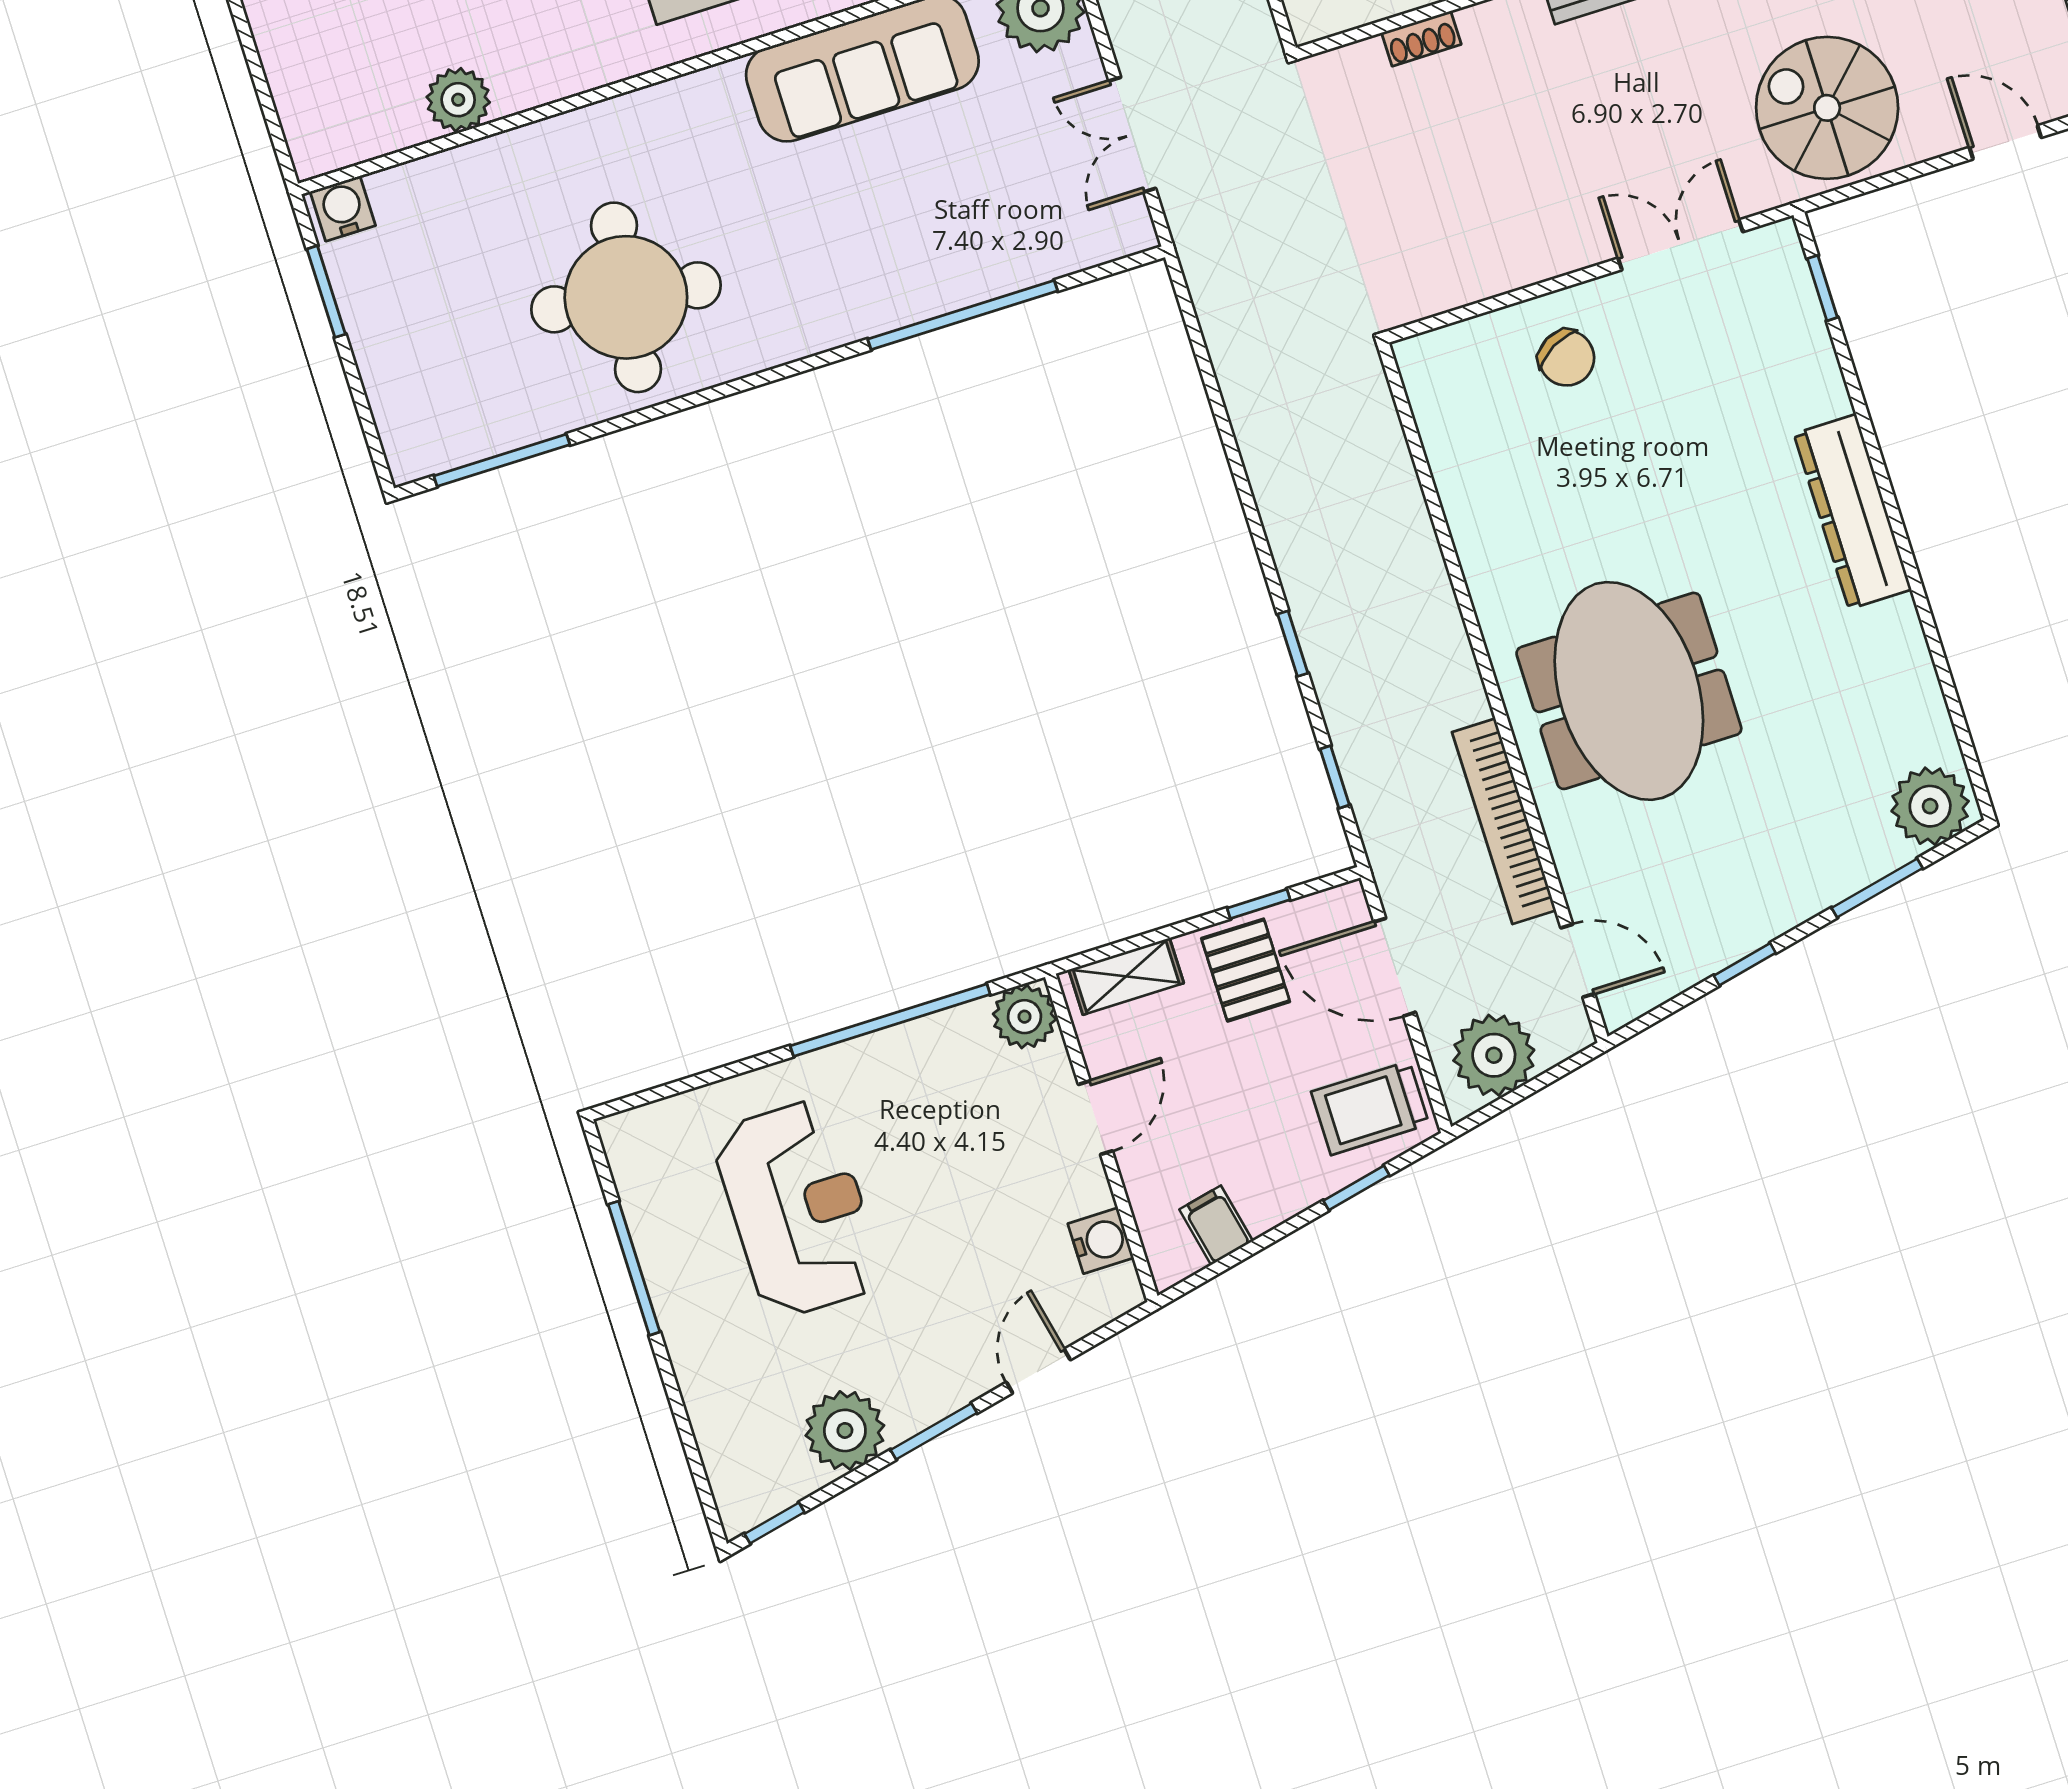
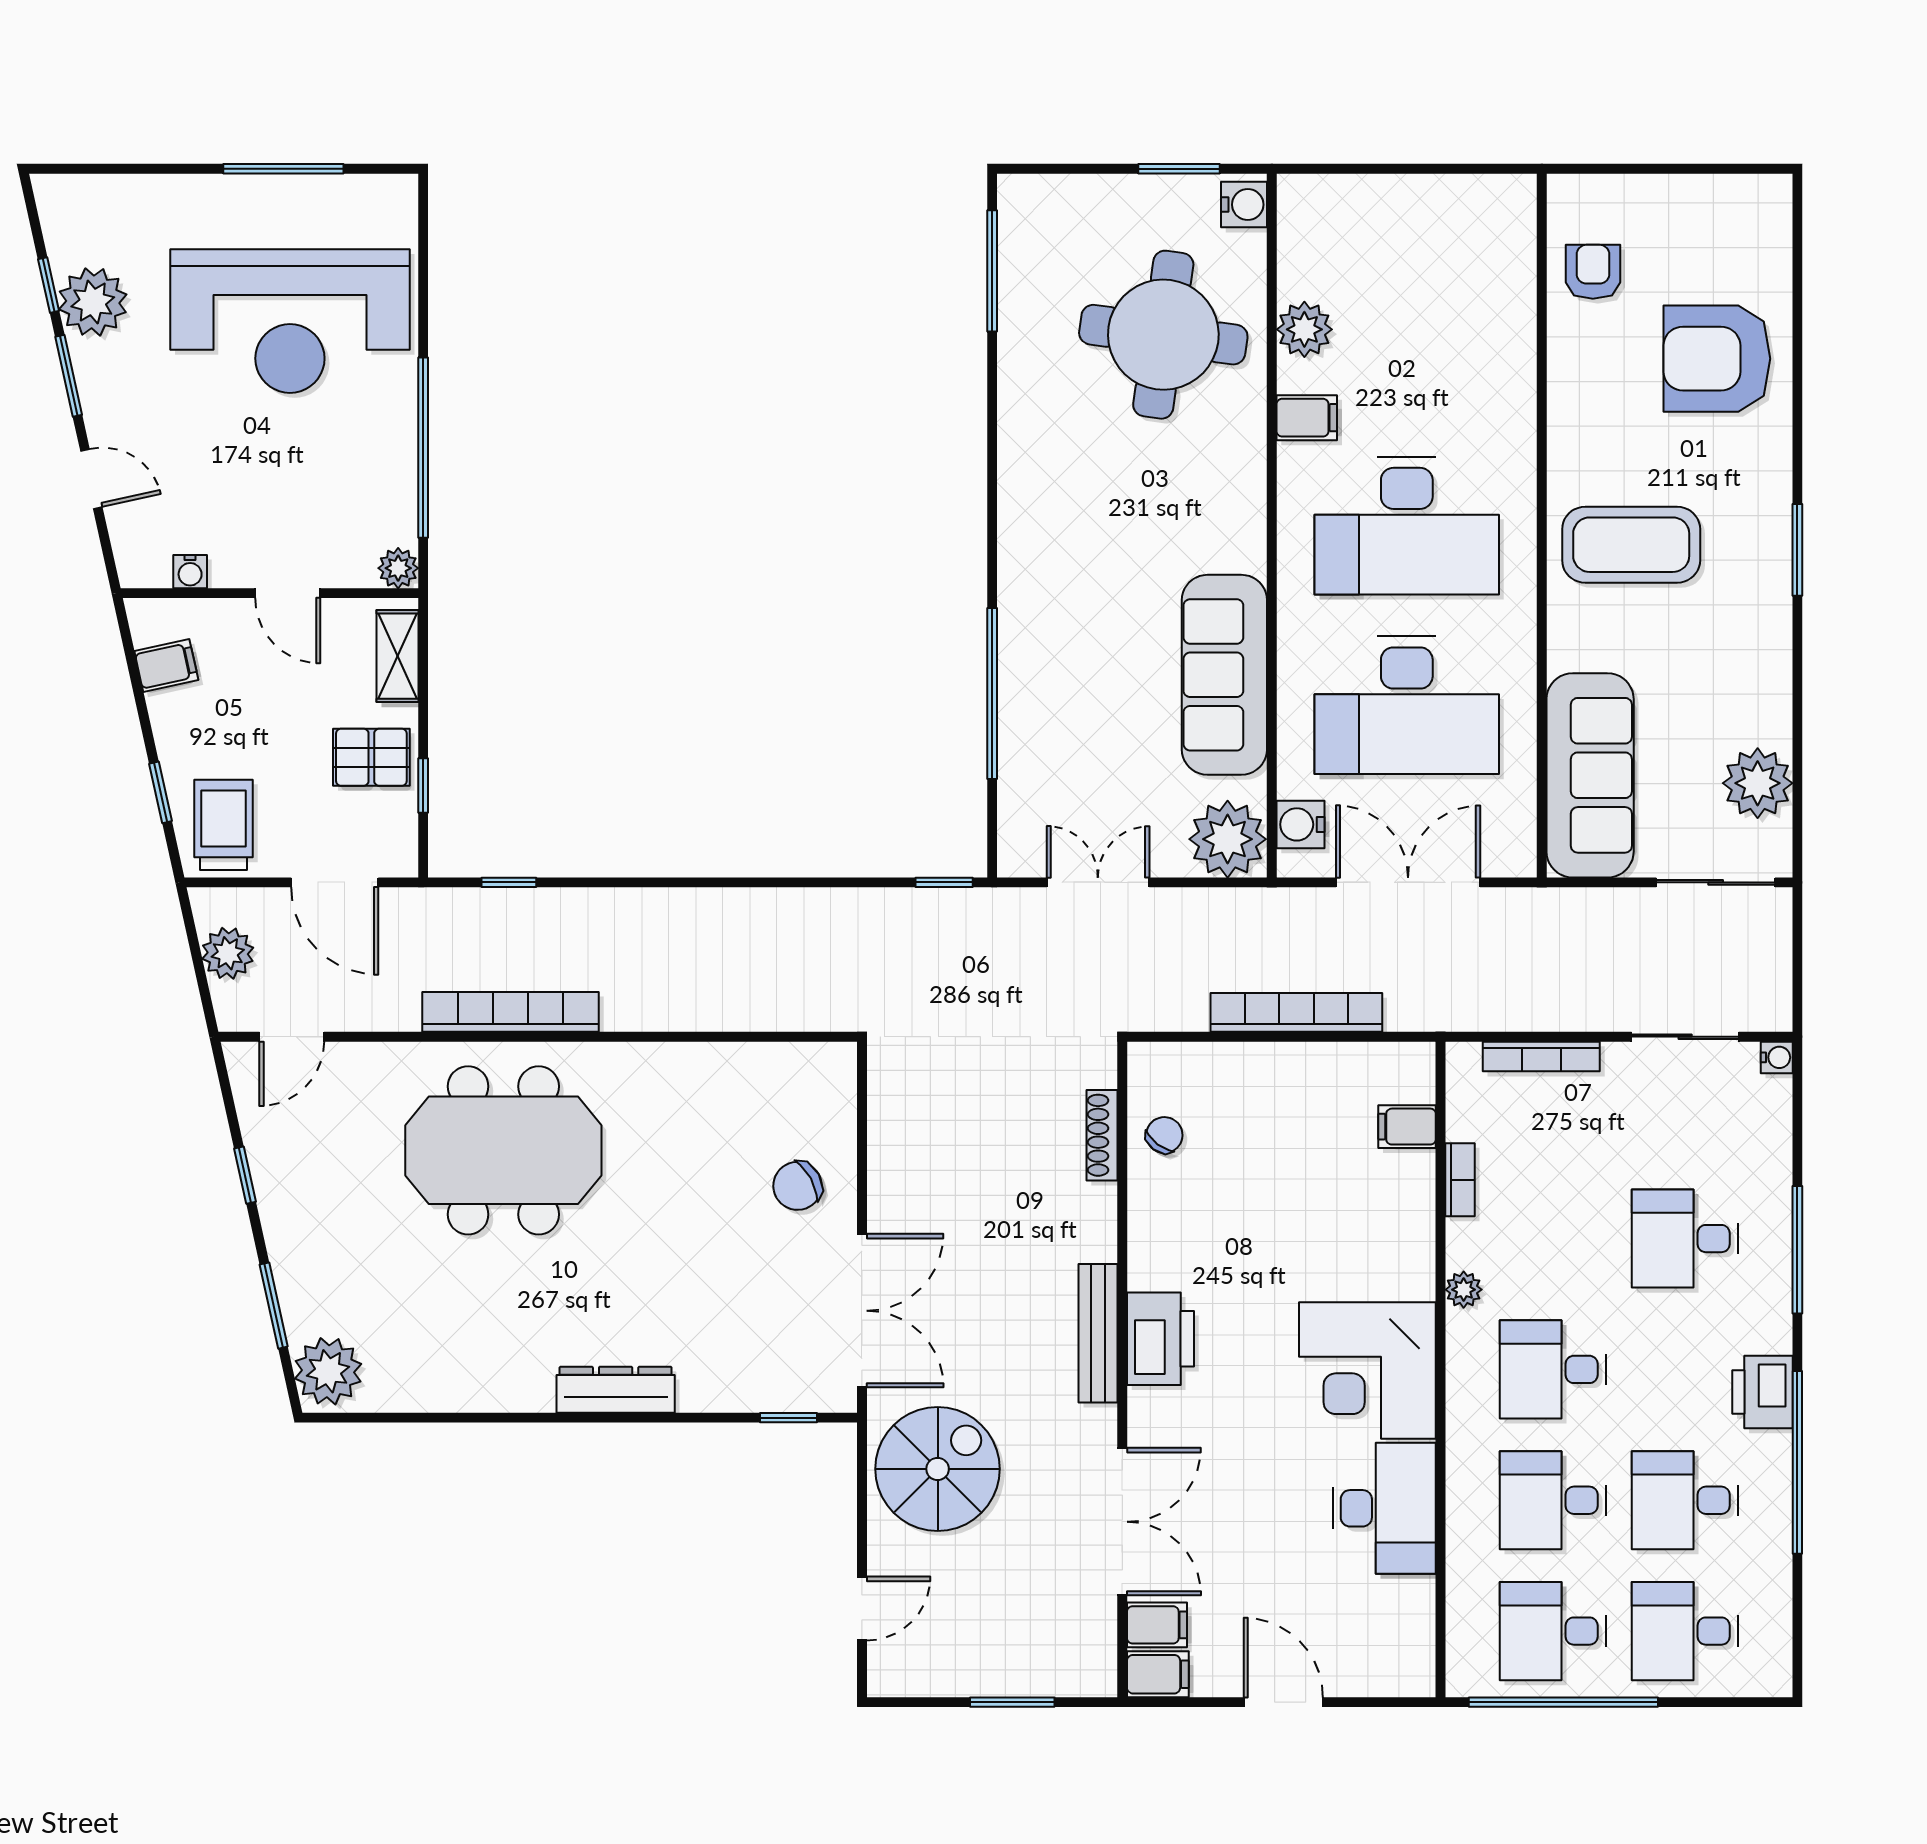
shoe rack: (1421, 39) -> (1102, 1135), width x1.43
filing cabinet: (554, 67) -> (1307, 418), added
double door: (1680, 245) -> (862, 1311), width x1.37
round table: (626, 297) -> (1163, 335), moved
dresser: (1853, 512) -> (616, 1390), width x0.73, depth x0.80
window: (1293, 644) -> (944, 882), moved
bookcase: (1504, 821) -> (511, 1012), moved
door: (1395, 967) -> (335, 882), swing flipped
plant: (1025, 1017) -> (398, 568), width x0.73, depth x0.73
plant: (1494, 1055) -> (228, 953), width x0.73, depth x0.73
reception desk: (798, 1209) -> (290, 321), width x1.36, depth x1.30
water cooler: (1101, 1241) -> (190, 572), width x0.72, depth x0.72
window: (775, 1523) -> (49, 285), moved

